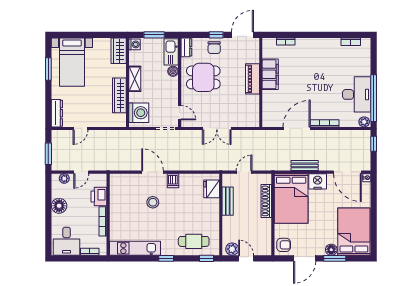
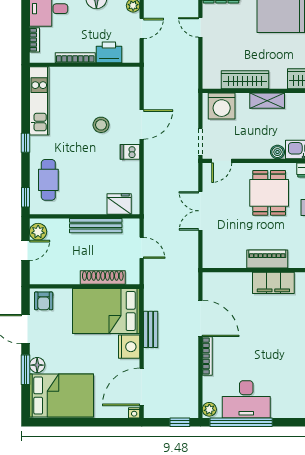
door: (81, 172) -> (142, 29), swing flipped
bench: (228, 201) -> (96, 226), width x1.36

